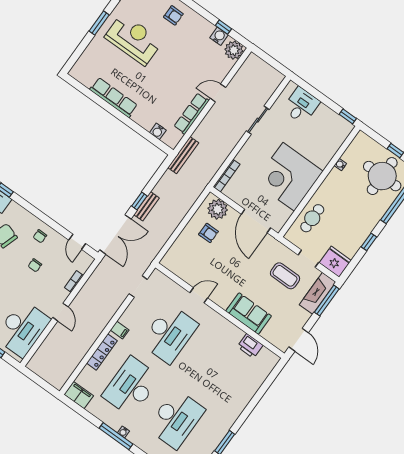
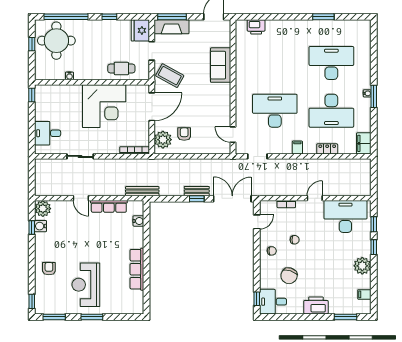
coffee table: (285, 276) -> (170, 76), moved, turned -61
door: (199, 295) -> (233, 135), moved
printer: (250, 346) -> (256, 27), moved, turned 90
locker: (102, 352) -> (327, 149), width x0.66
window: (116, 436) -> (374, 96), width x0.69

